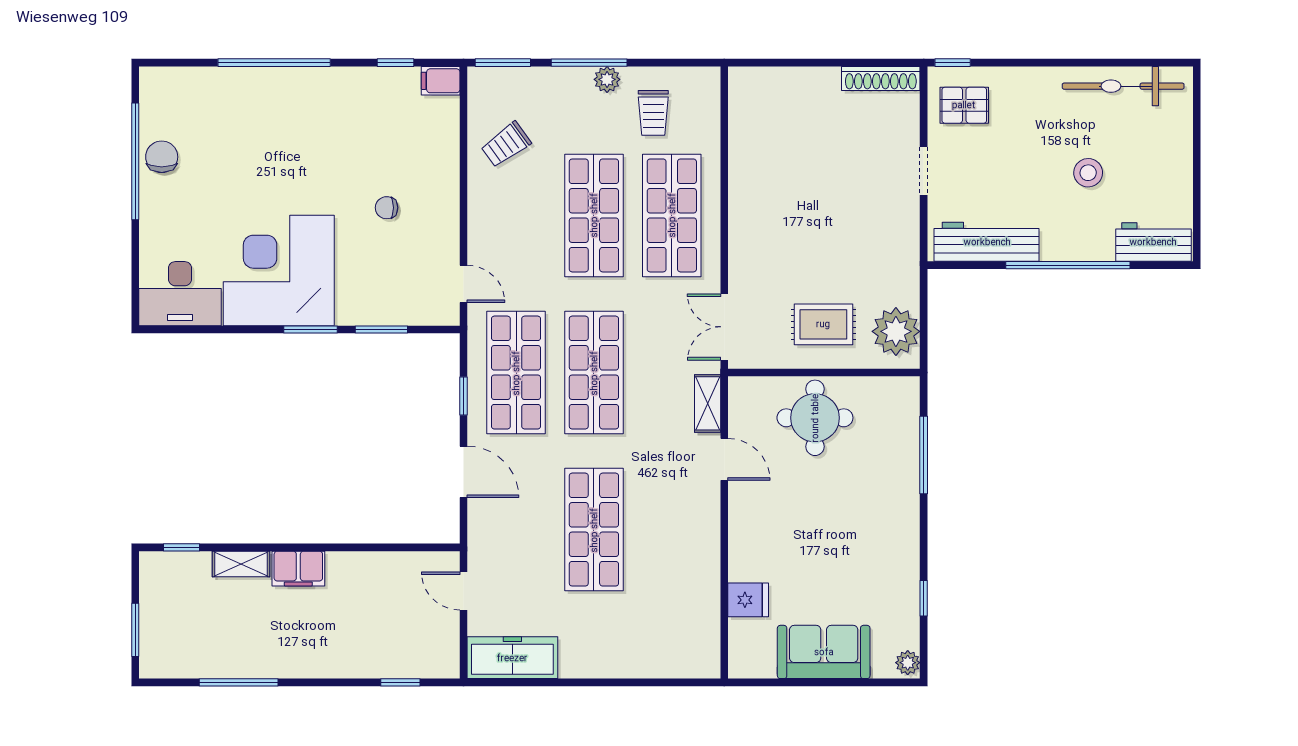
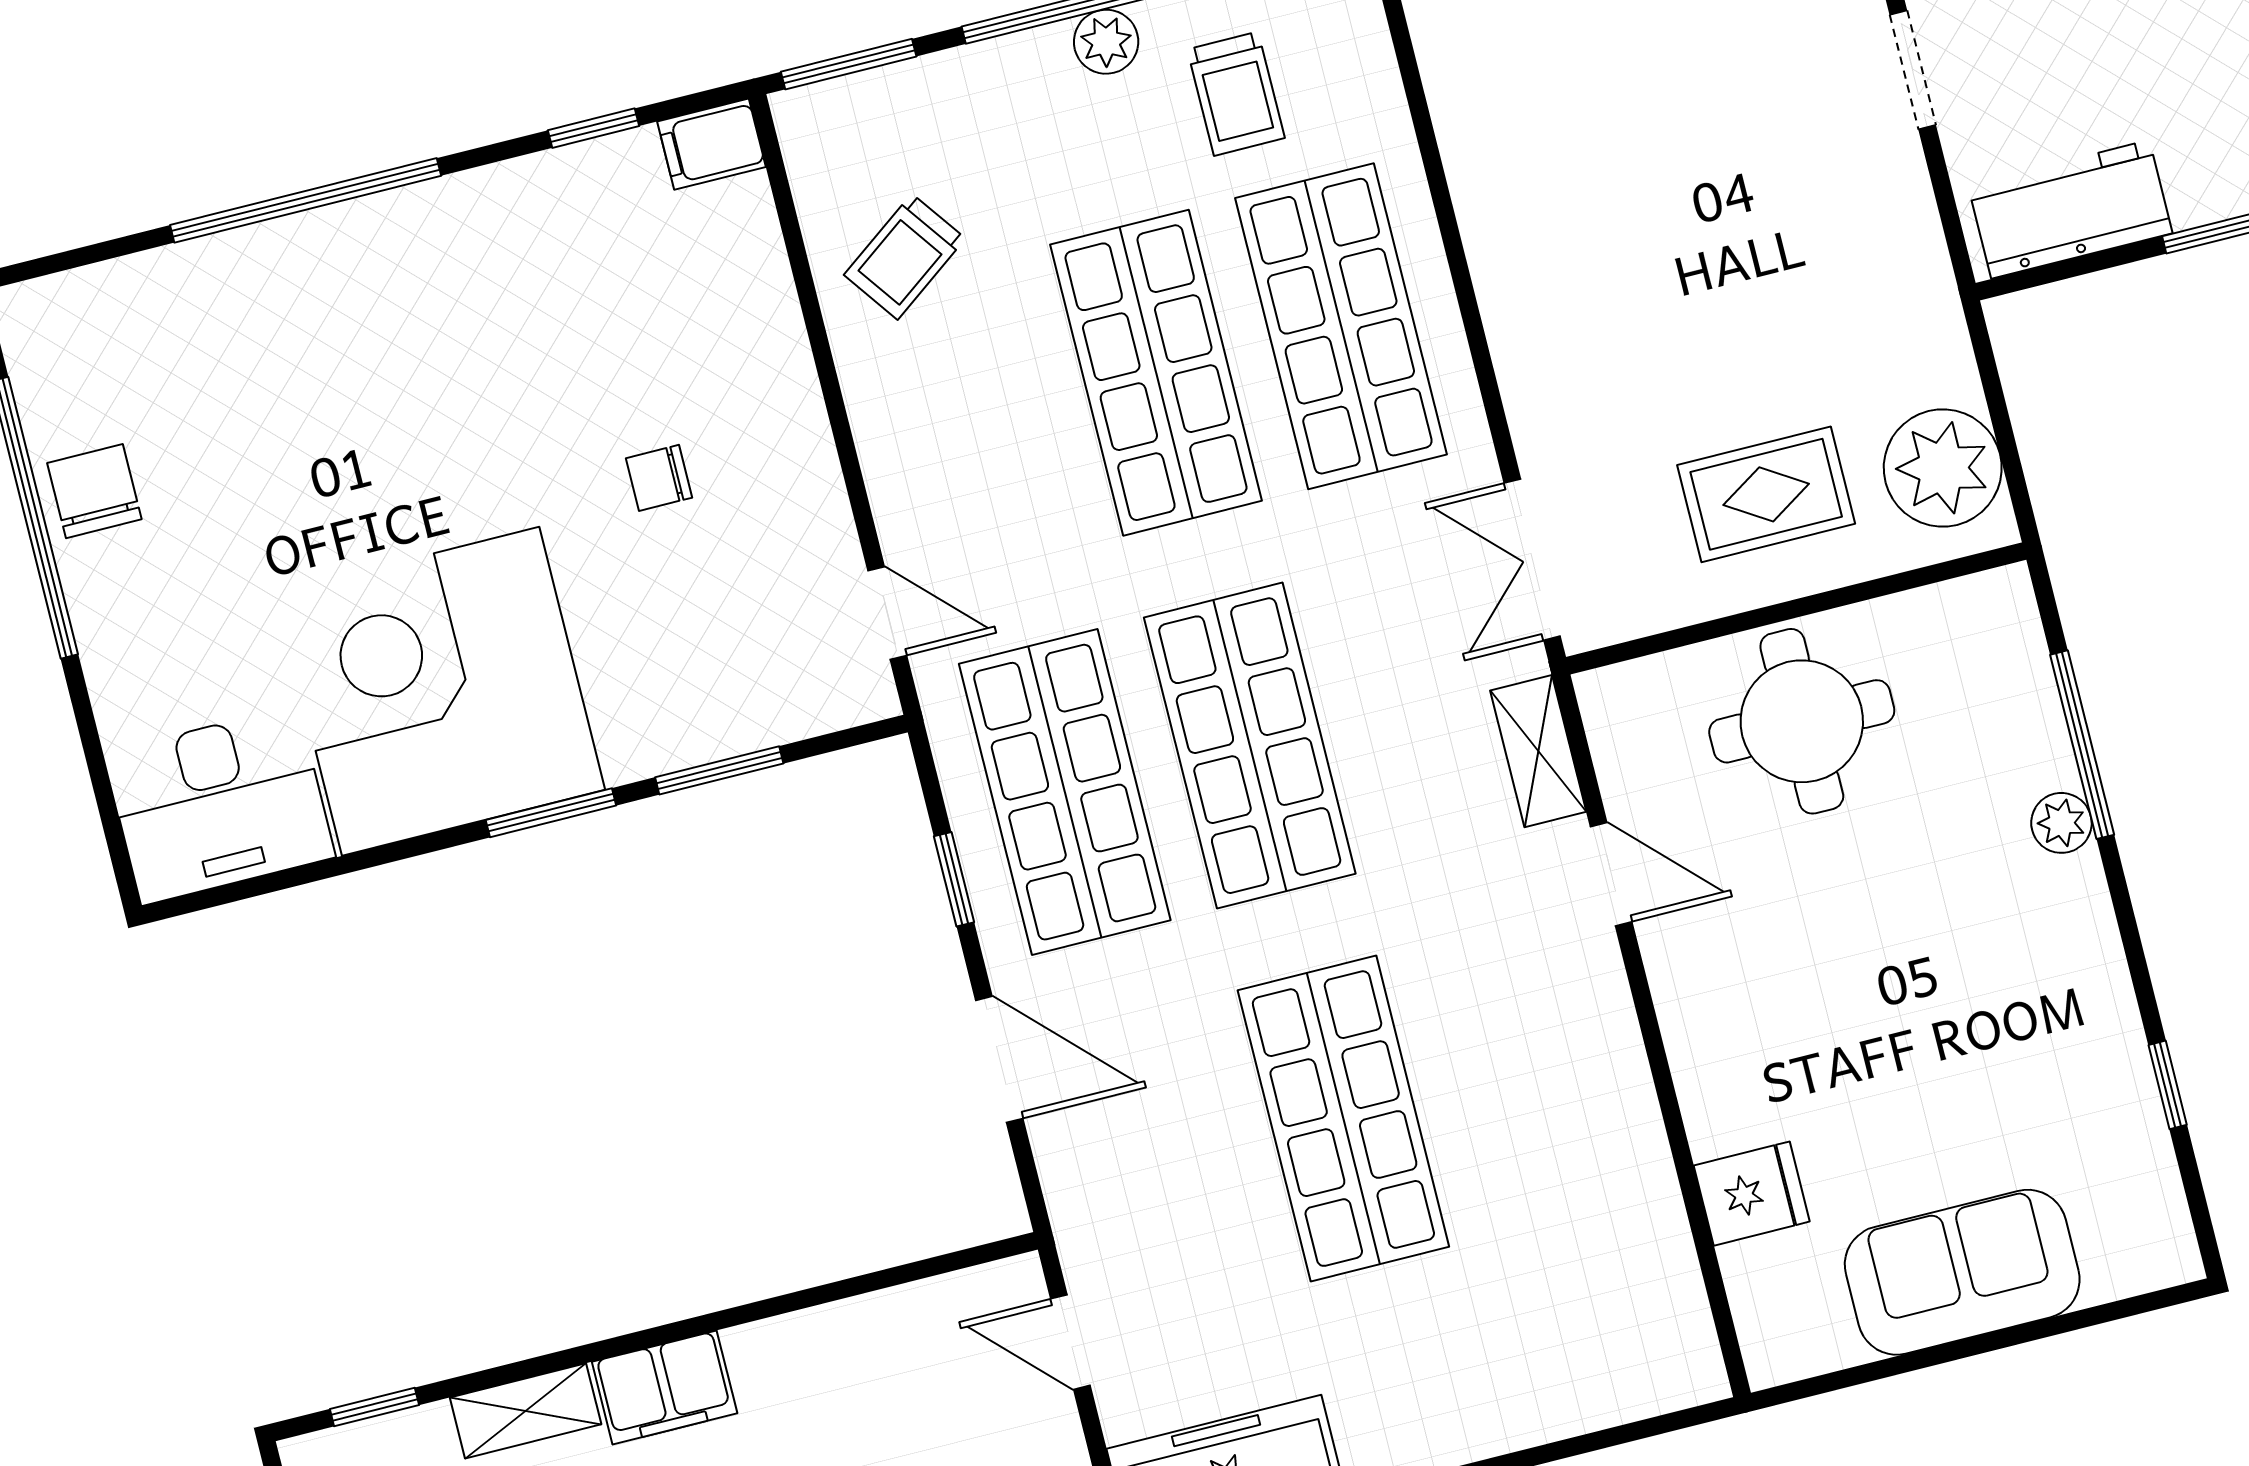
workbench: (987, 242) -> (2070, 209), width x0.73
plant: (908, 663) -> (2061, 823), moved

